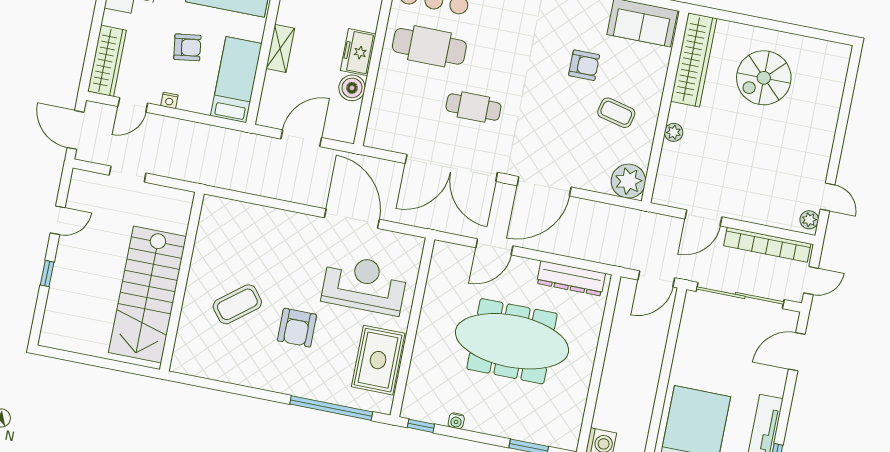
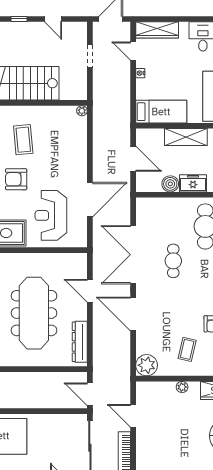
armchair: (187, 47) -> (175, 78), removed
shelving: (280, 48) -> (186, 137), width x1.50, depth x1.33
plant: (210, 203) -> (82, 111), added
reception desk: (364, 284) -> (51, 215), turned 180
coffee table: (237, 304) -> (23, 140), turned 33

